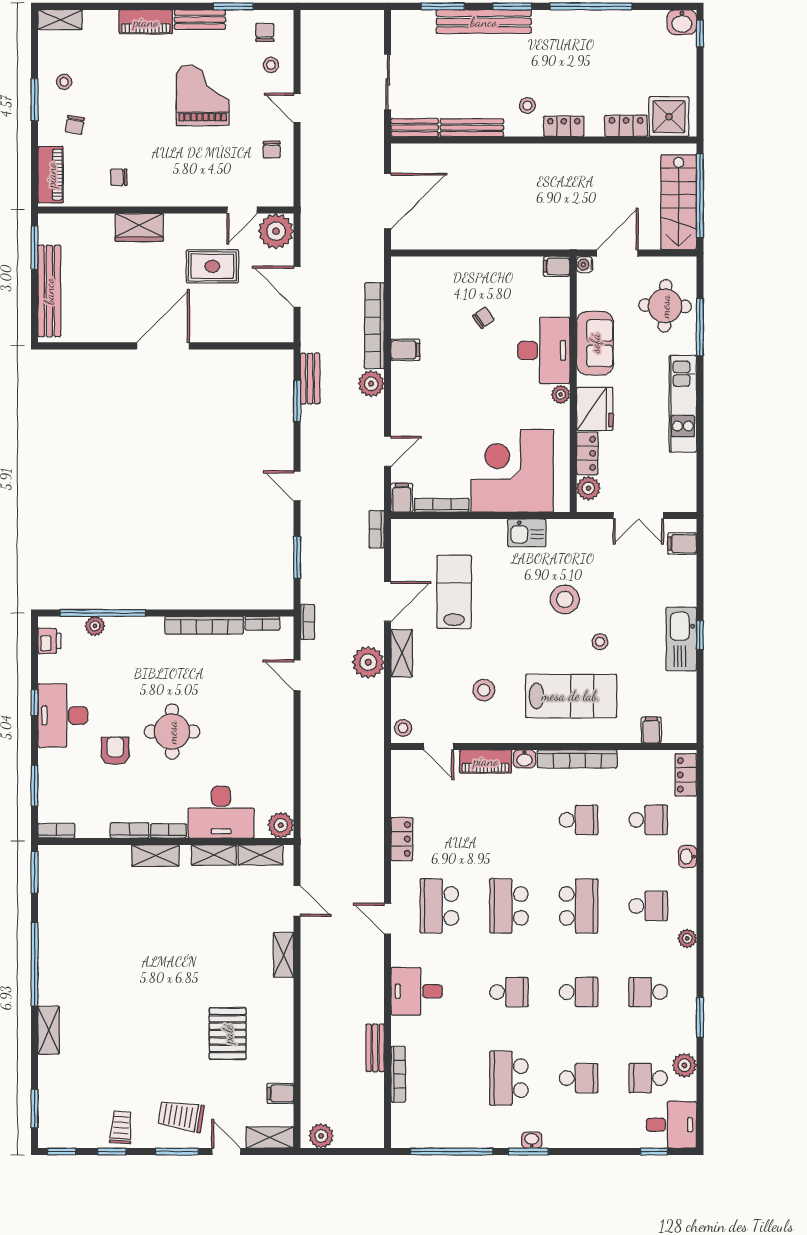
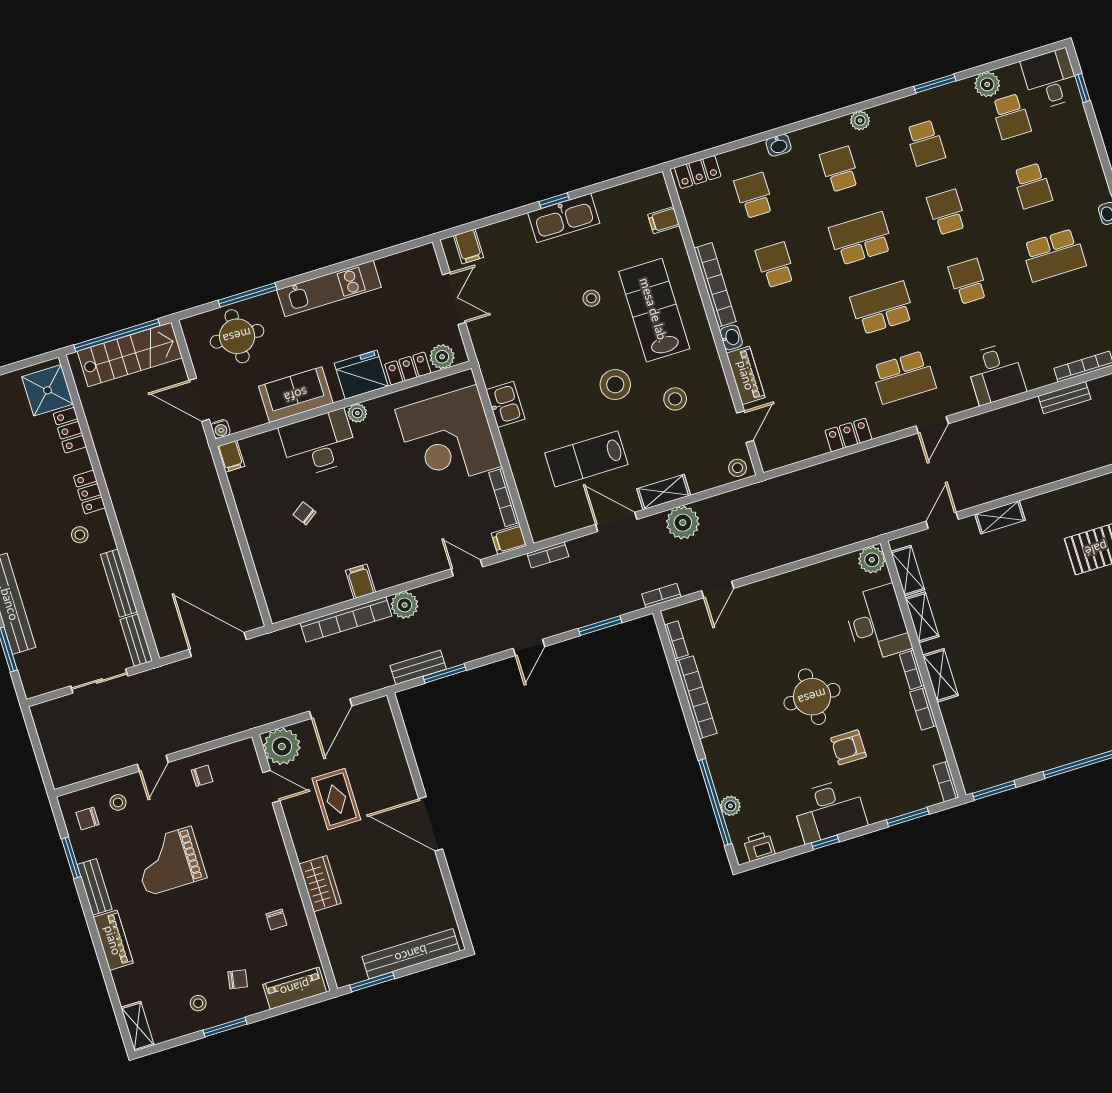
stool: (565, 599) -> (615, 385), moved
school desk: (509, 906) -> (882, 308), turned 180
school desk: (579, 1078) -> (1032, 186), turned 180

